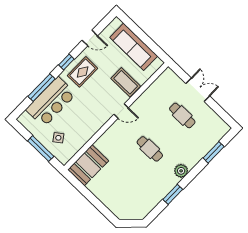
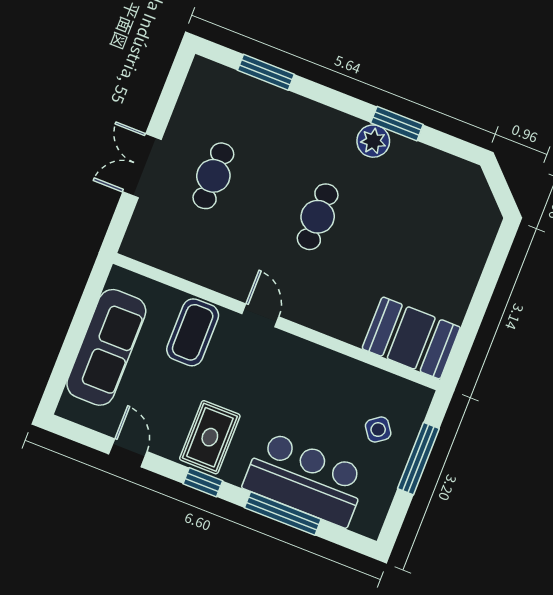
rug: (83, 72) -> (210, 437), turned 90
plant: (181, 171) -> (373, 141), moved

